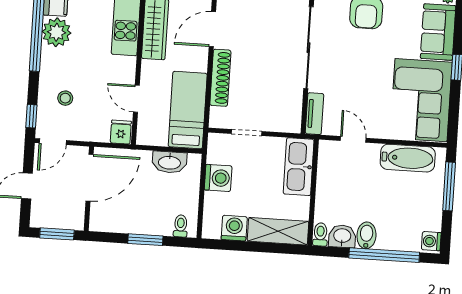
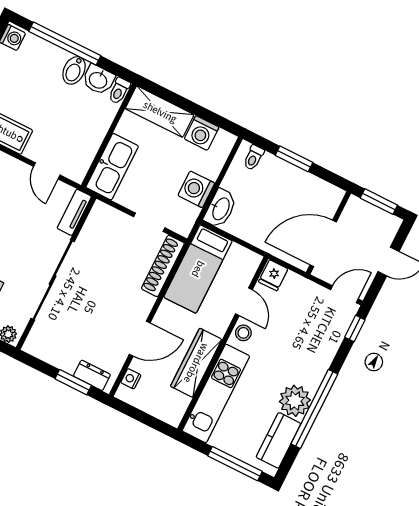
shoe rack: (220, 78) -> (163, 266), moved
stool: (65, 98) -> (243, 333), moved
washbasin: (169, 162) -> (220, 209), moved, turned 90

